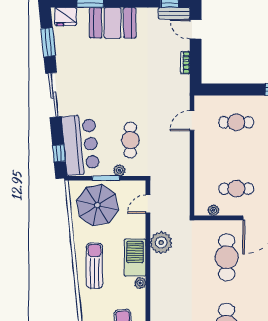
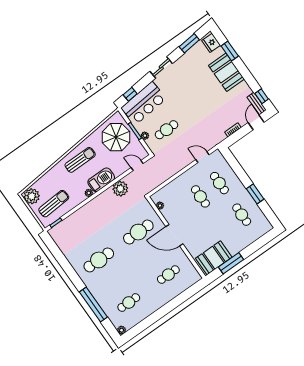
sliding door: (53, 95) -> (161, 67), width x0.73
cafe table: (236, 189) -> (200, 196), moved

